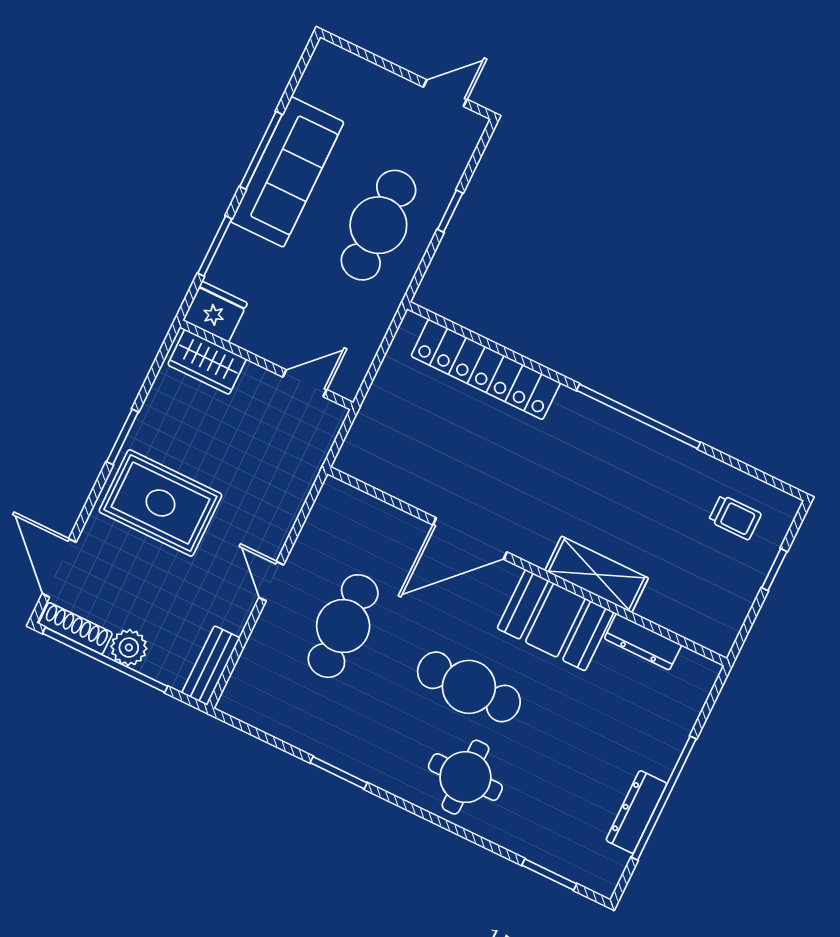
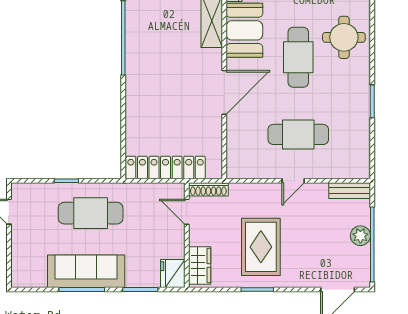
locker: (486, 369) -> (166, 168), moved, turned -90
rug: (160, 503) -> (261, 247), moved
door: (470, 539) -> (224, 92), hinge flipped
shoe rack: (75, 628) -> (208, 189), moved, turned -90

